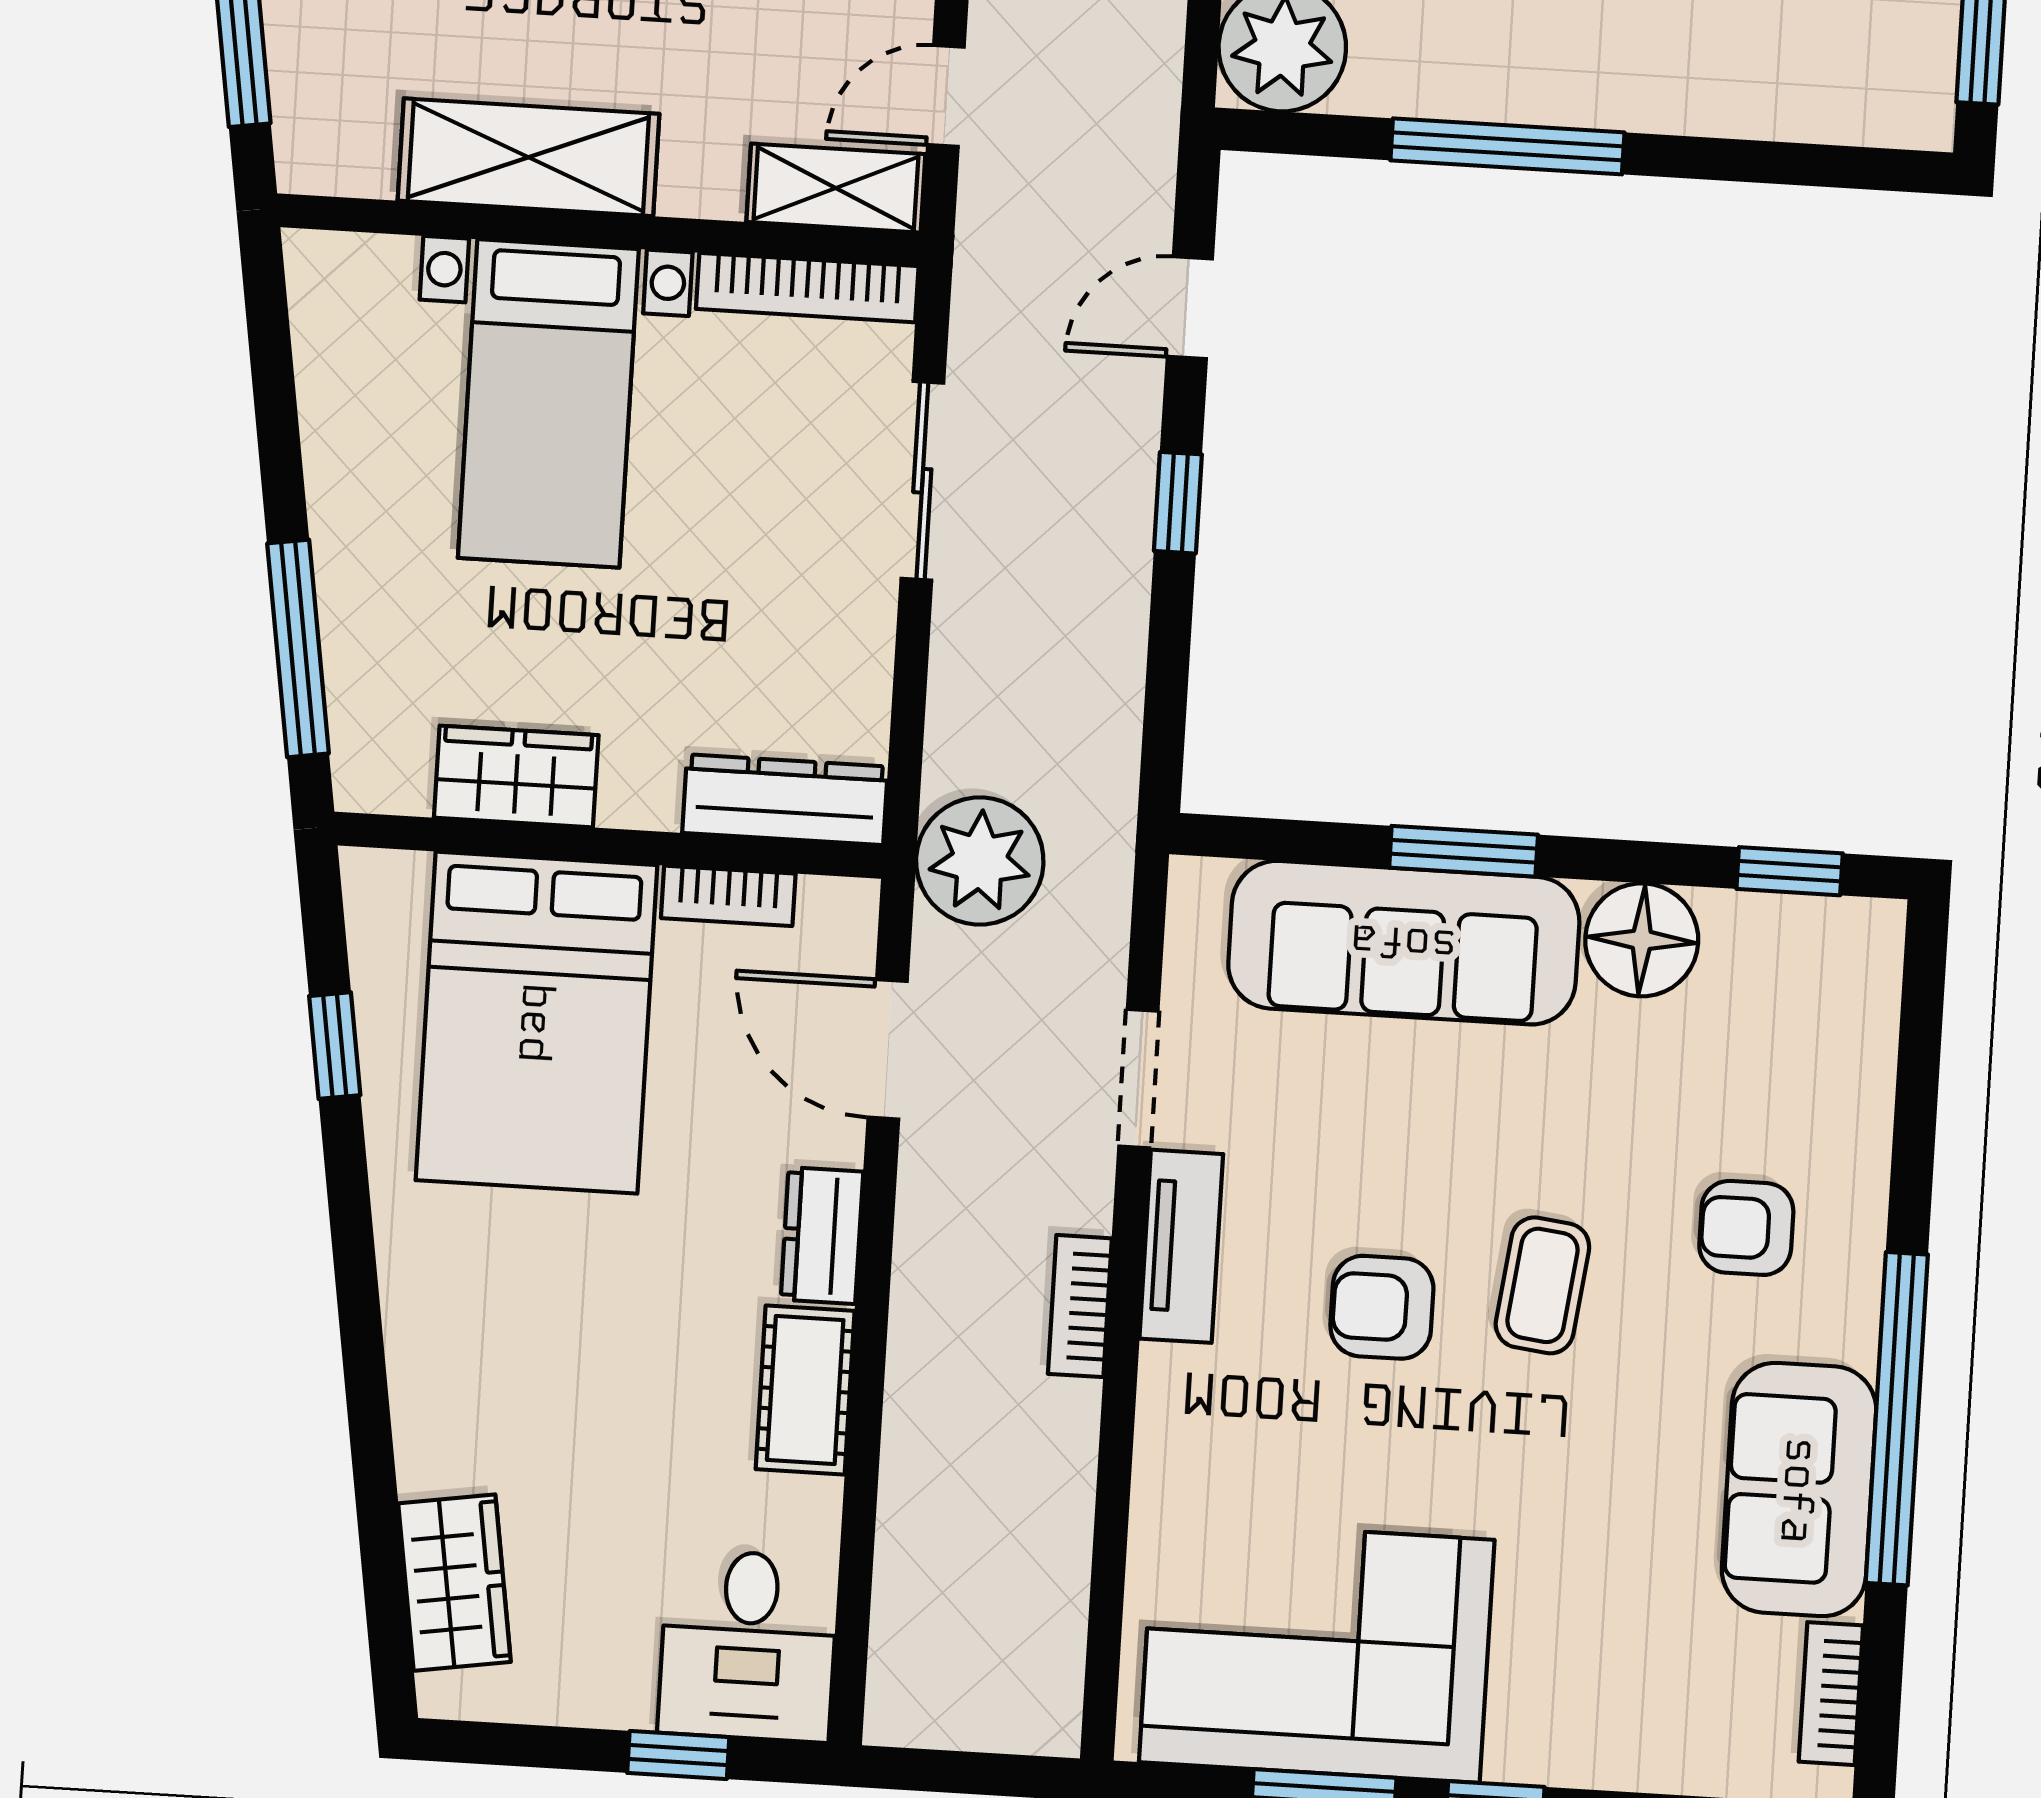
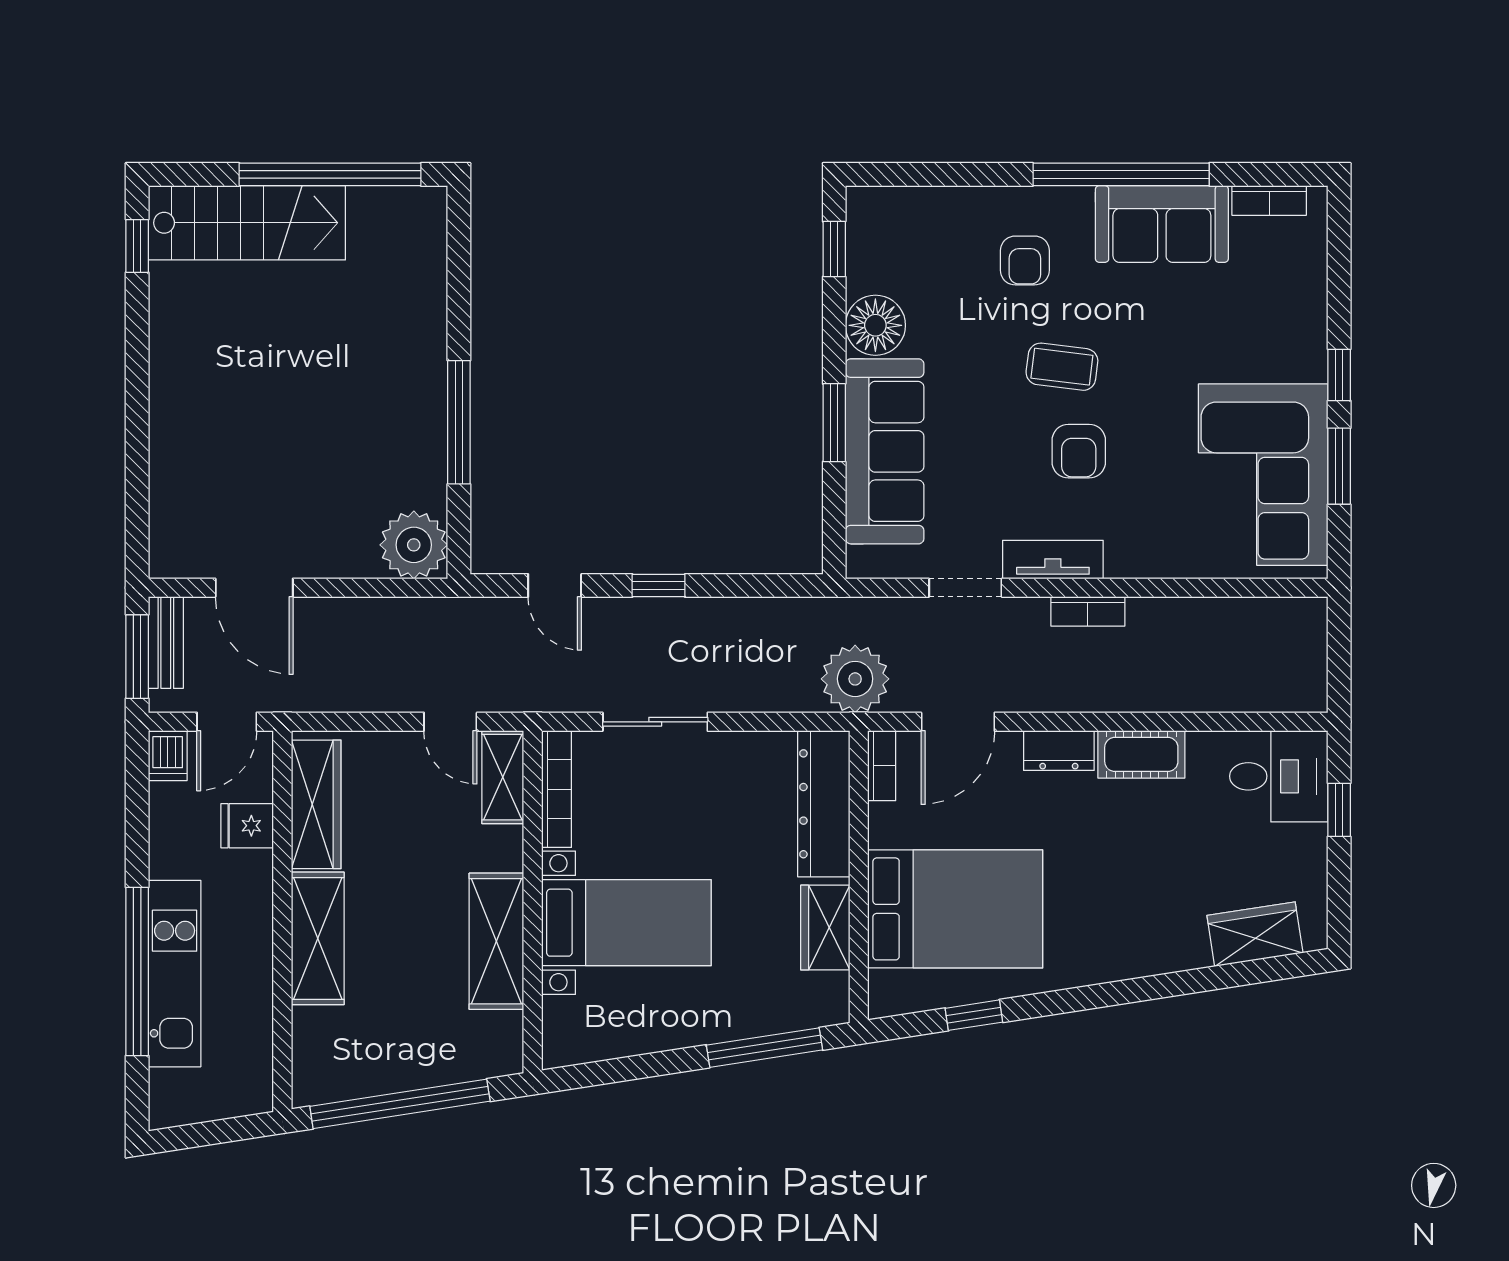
dresser: (785, 800) -> (824, 804), width x1.37, depth x1.24
bookcase: (728, 896) -> (882, 766), moved

